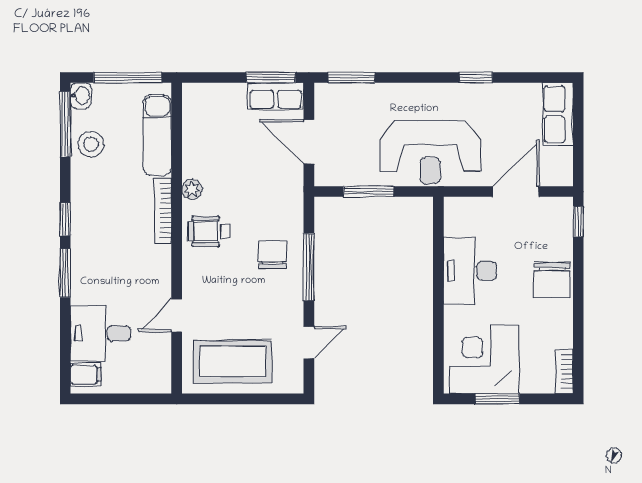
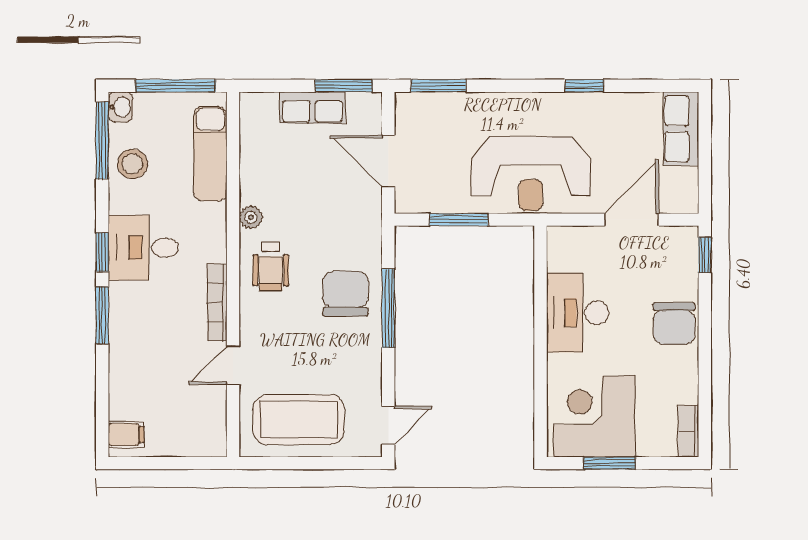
row of seats: (276, 96) -> (313, 108), moved
bookcase: (163, 211) -> (217, 302), moved
wheelchair: (209, 231) -> (271, 266), turned -90
chair: (272, 255) -> (346, 294), width x1.37, depth x1.37
desk: (100, 333) -> (143, 248), moved
door: (309, 343) -> (388, 425), moved

